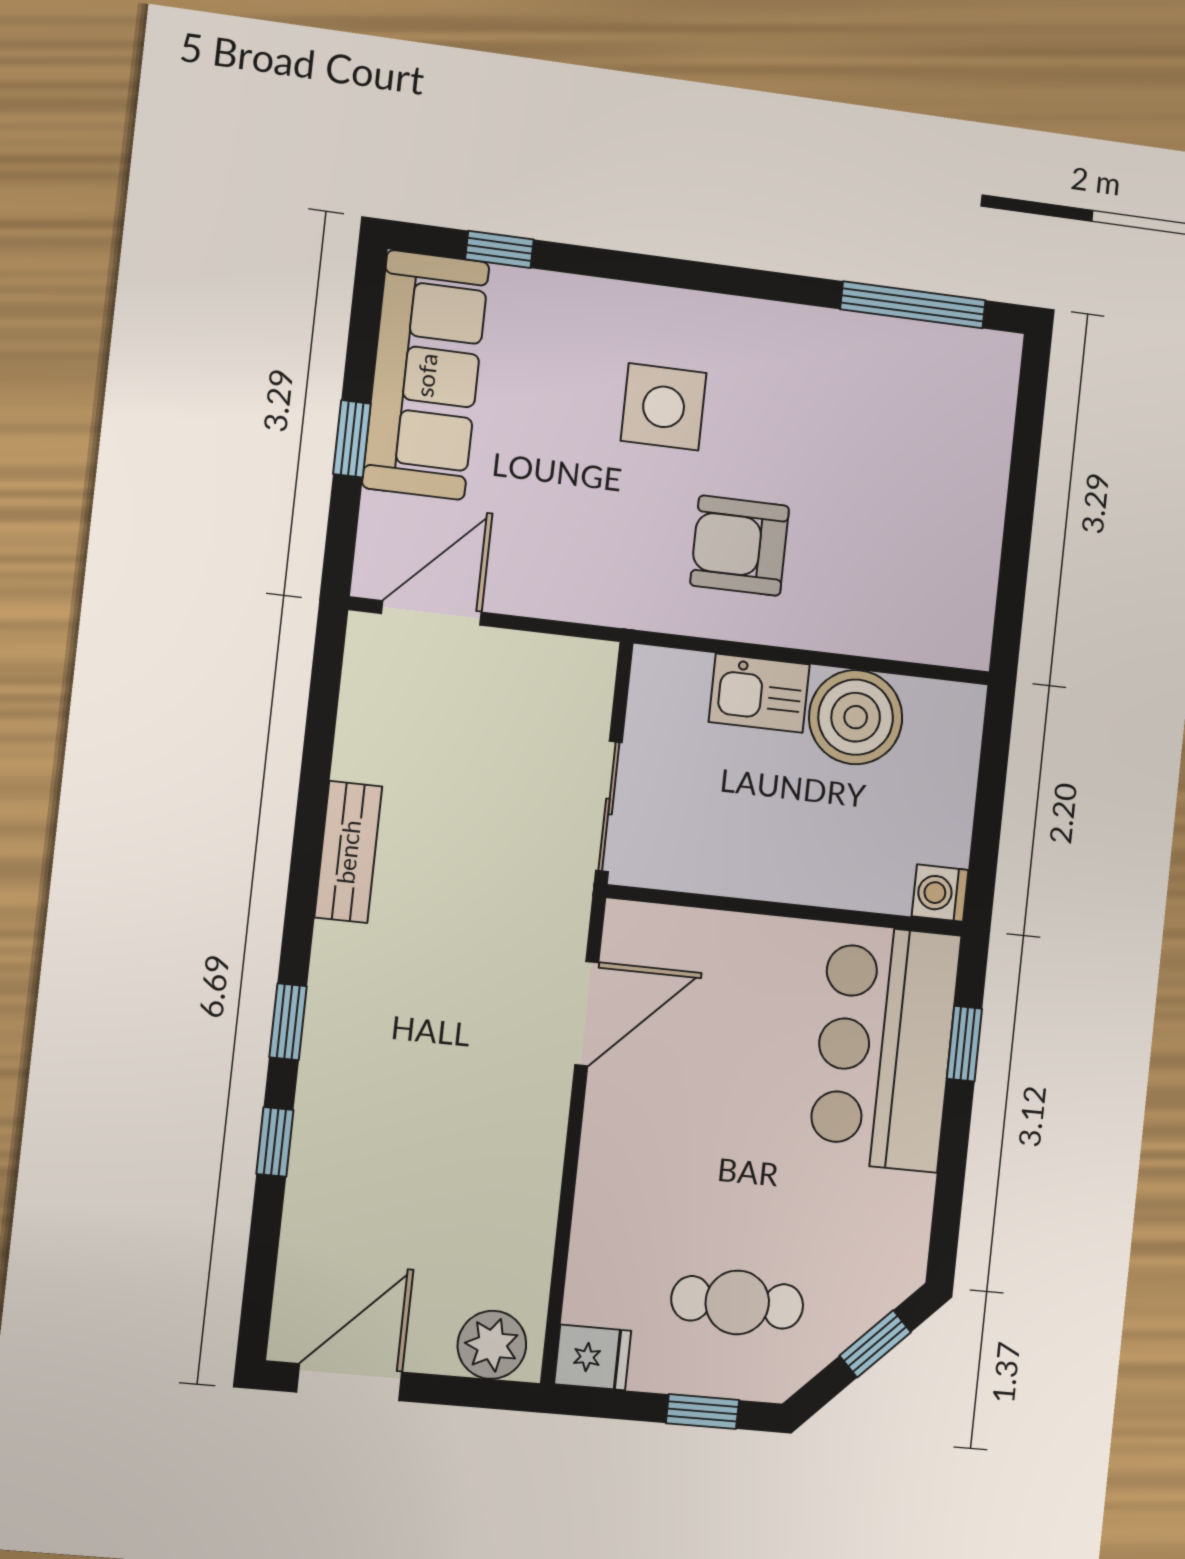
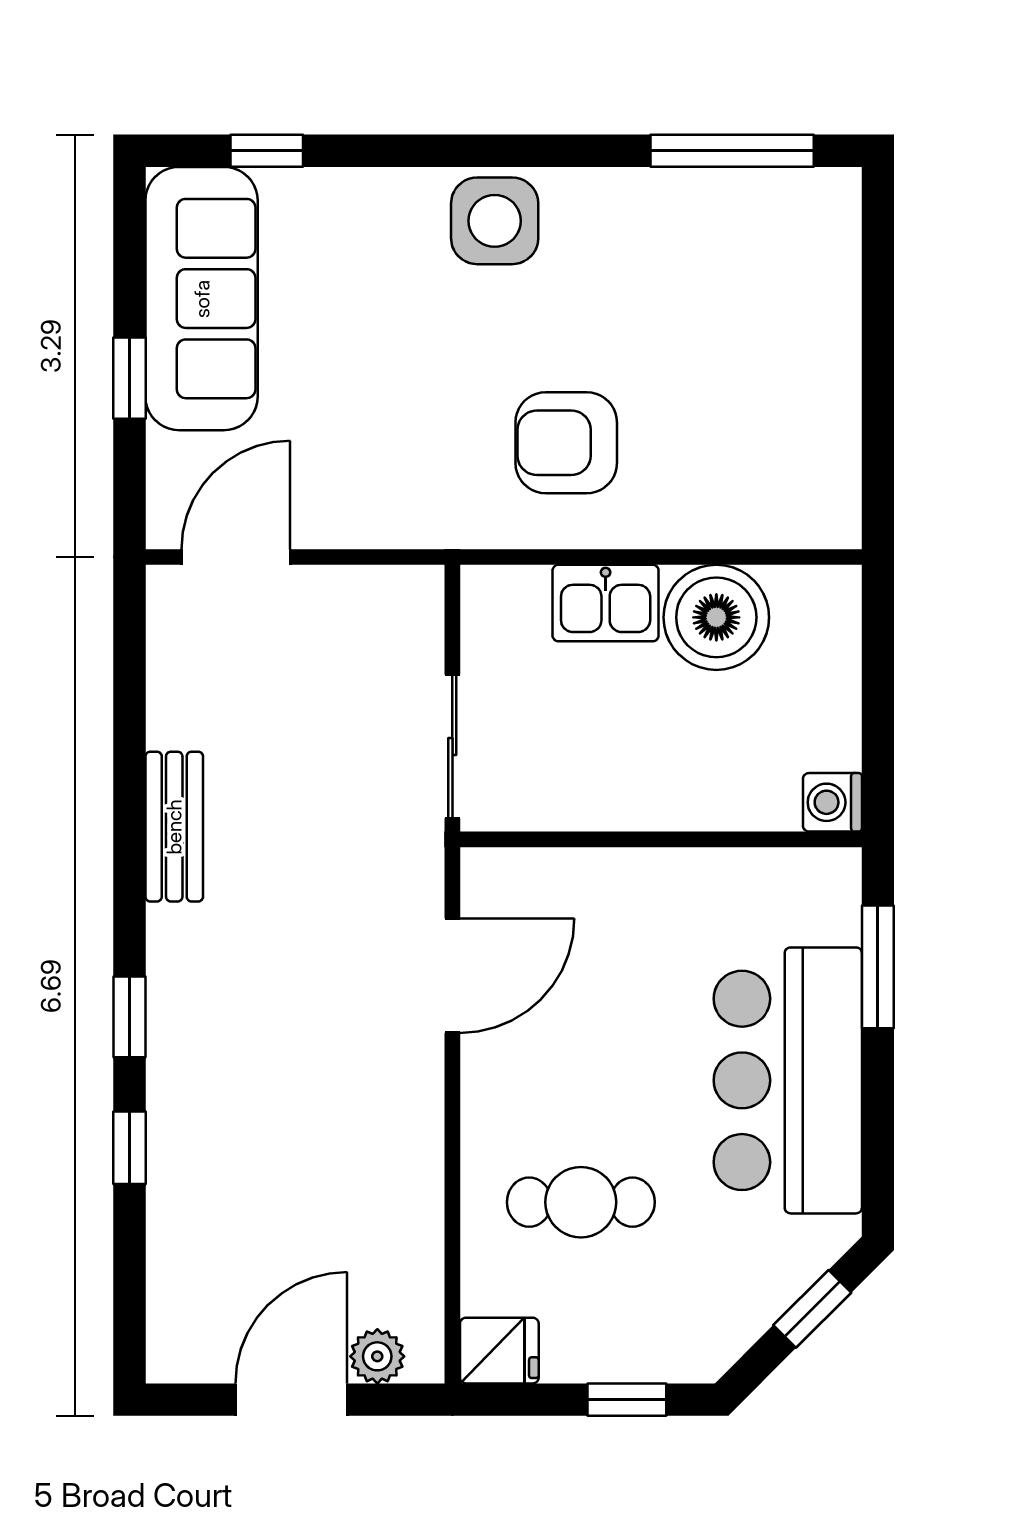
side table: (664, 407) -> (495, 221), moved
window: (964, 1044) -> (878, 967), width x1.50
bar counter: (884, 1048) -> (788, 1080), moved
cafe table: (737, 1302) -> (581, 1202), moved
plant: (492, 1345) -> (377, 1356), width x0.73, depth x0.73
door: (349, 1382) -> (291, 1400), moved

